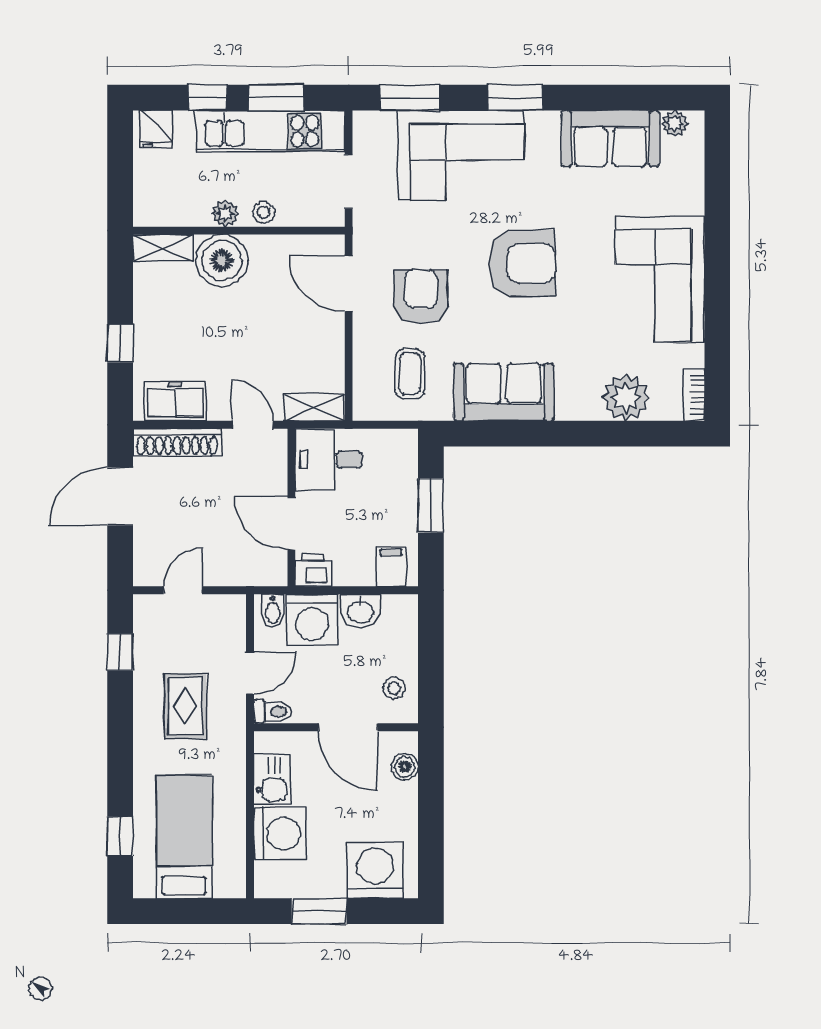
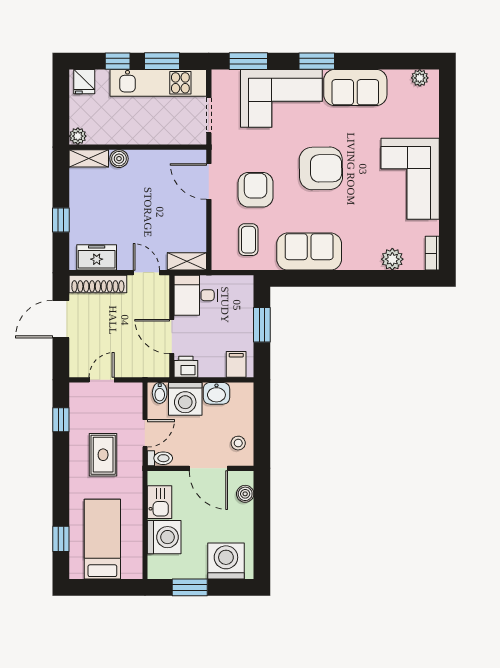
sofa: (610, 138) -> (355, 87), moved
stool: (264, 212) -> (154, 135), removed
plant: (225, 214) -> (78, 136), moved
boiler: (222, 260) -> (119, 159), width x0.54, depth x0.54
plant: (626, 398) -> (392, 259), width x0.73, depth x0.73

